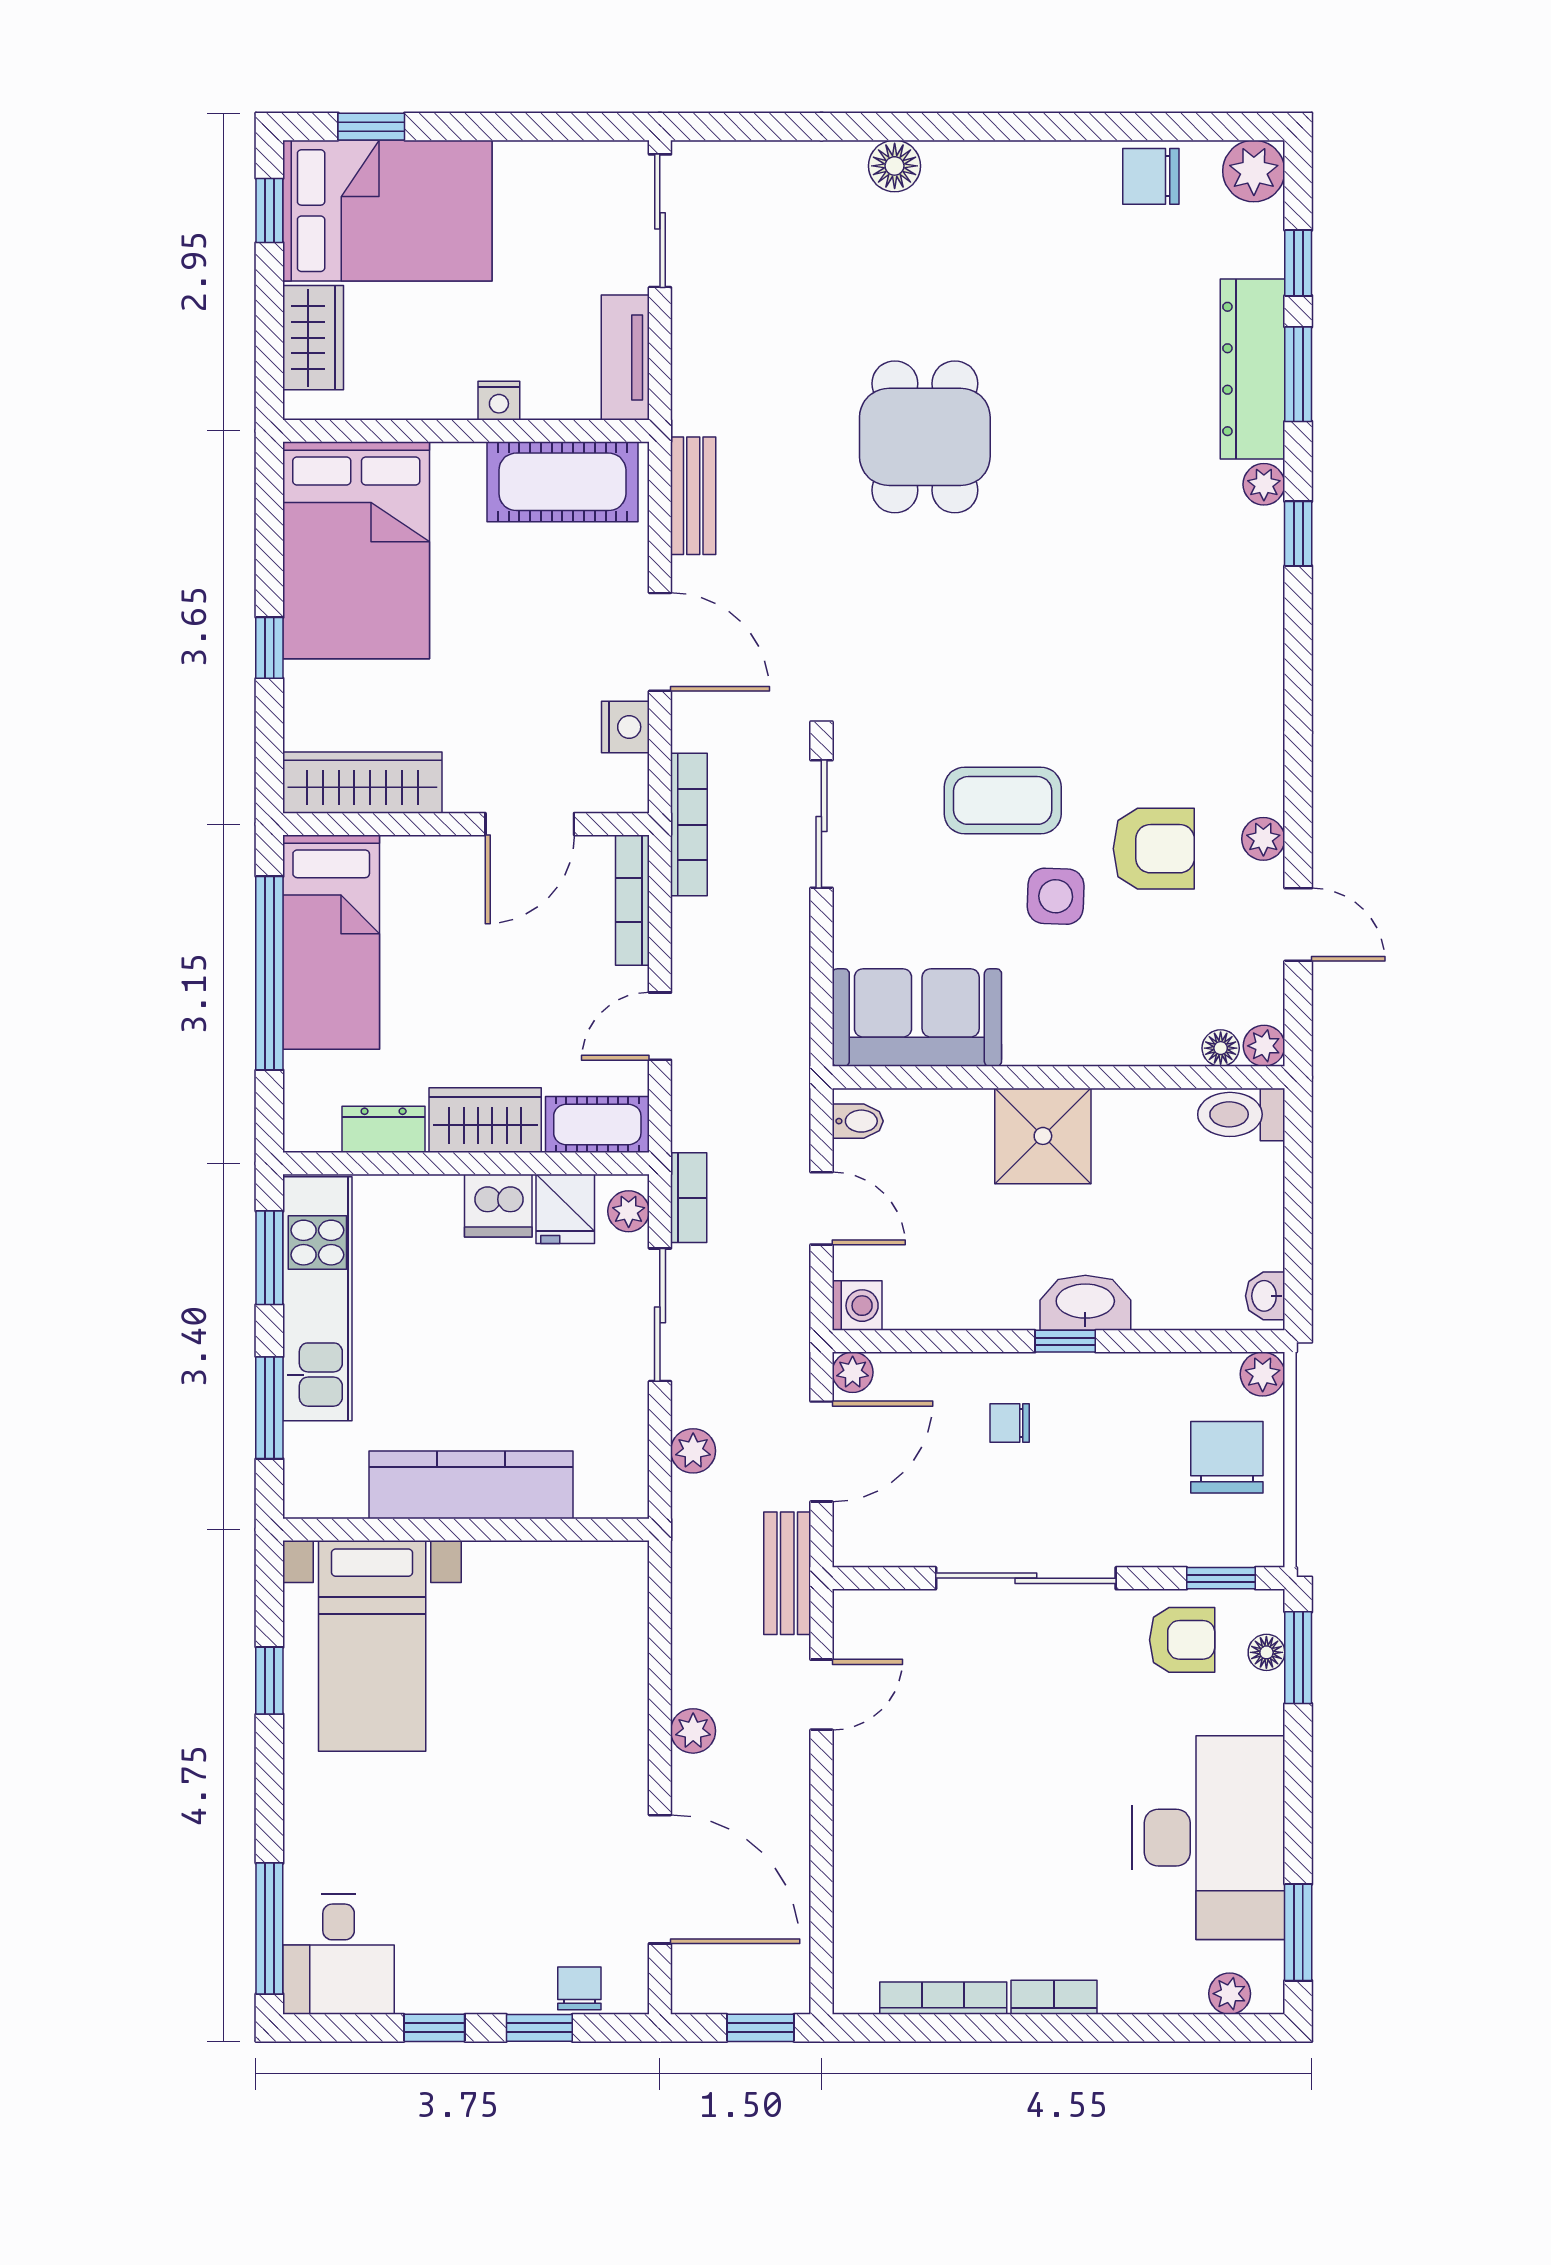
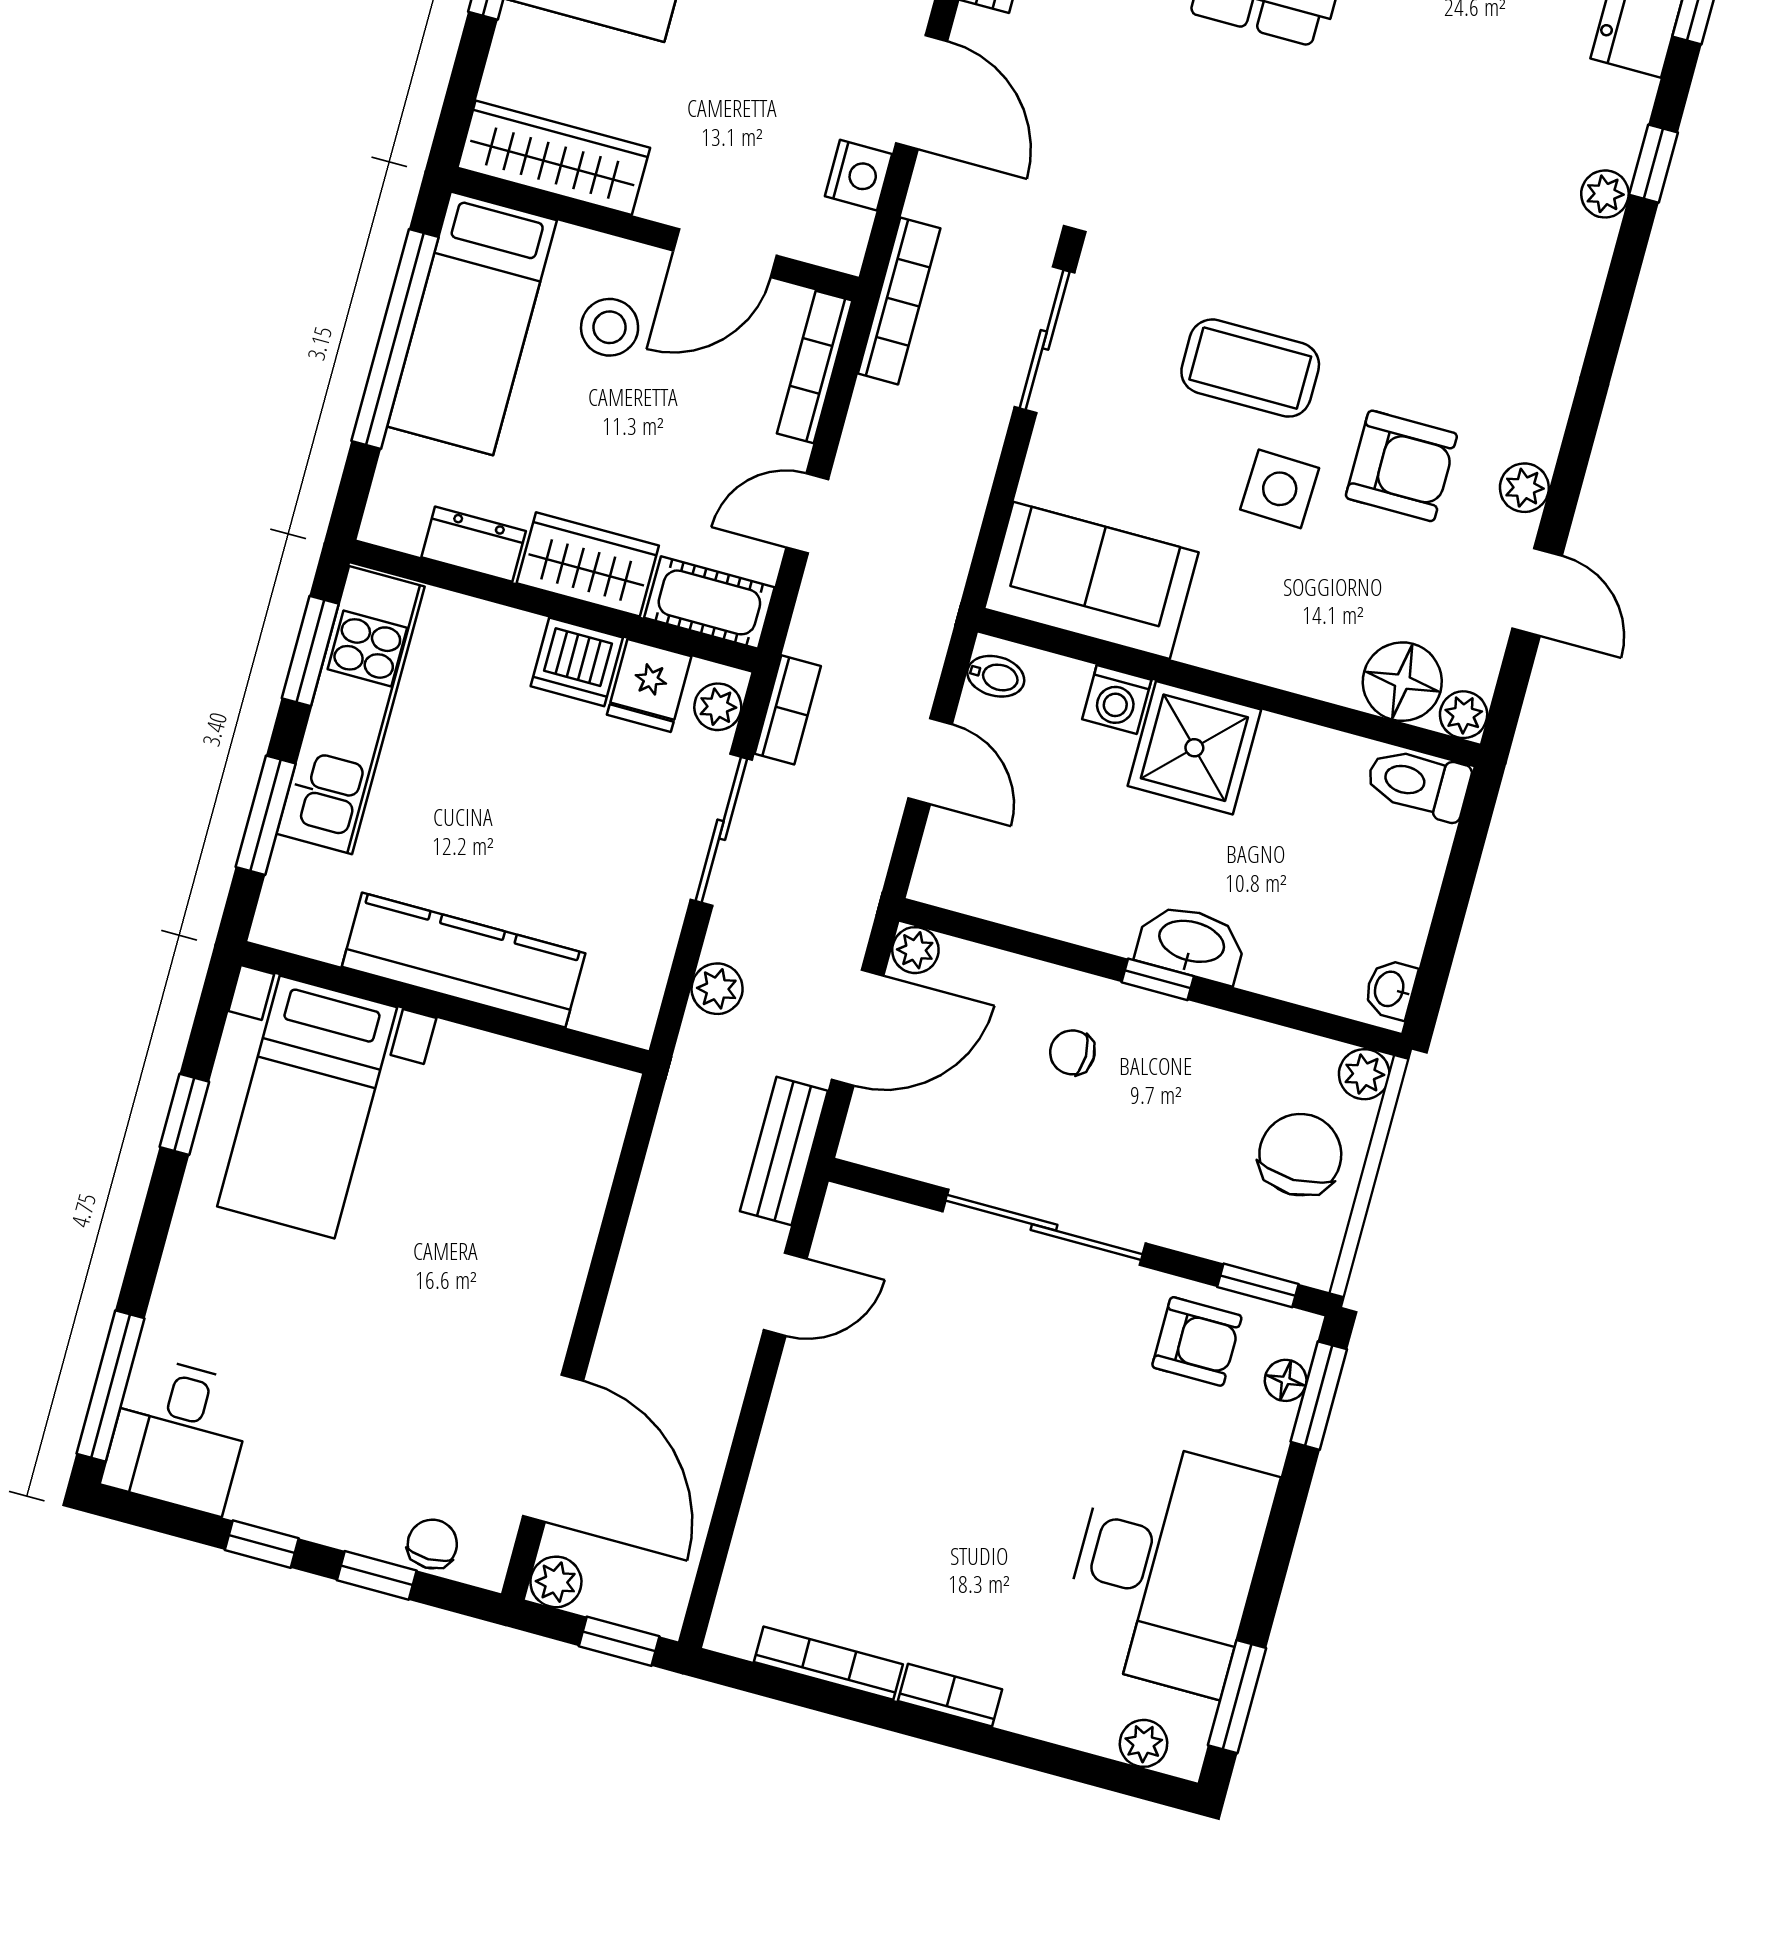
plant: (1264, 484) -> (1605, 194), moved
stool: (449, 914) -> (610, 327), added
floor lamp: (1221, 1048) -> (1402, 682), width x1.89, depth x1.89
washing machine: (857, 1306) -> (1117, 699), moved, turned 90
plant: (693, 1731) -> (556, 1582), moved

